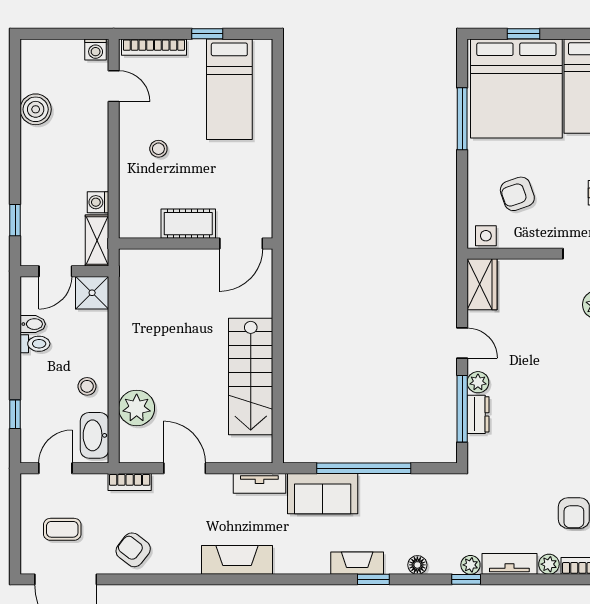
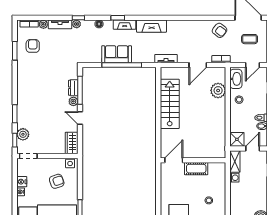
door: (185, 468) -> (198, 65), hinge flipped
sofa: (323, 494) -> (117, 54), moved
fireplace: (237, 560) -> (152, 26), moved

